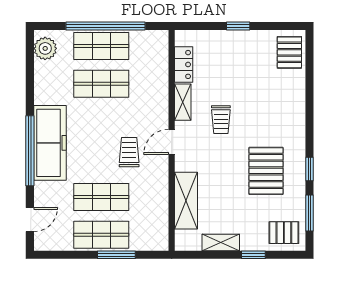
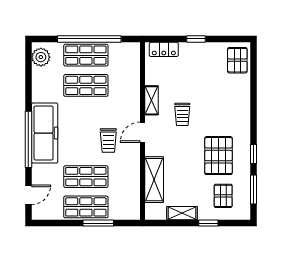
locker: (184, 64) -> (164, 49), moved, turned 90
trolley: (129, 152) -> (108, 140), turned 180
pallet: (284, 233) -> (223, 196), moved, turned 90

